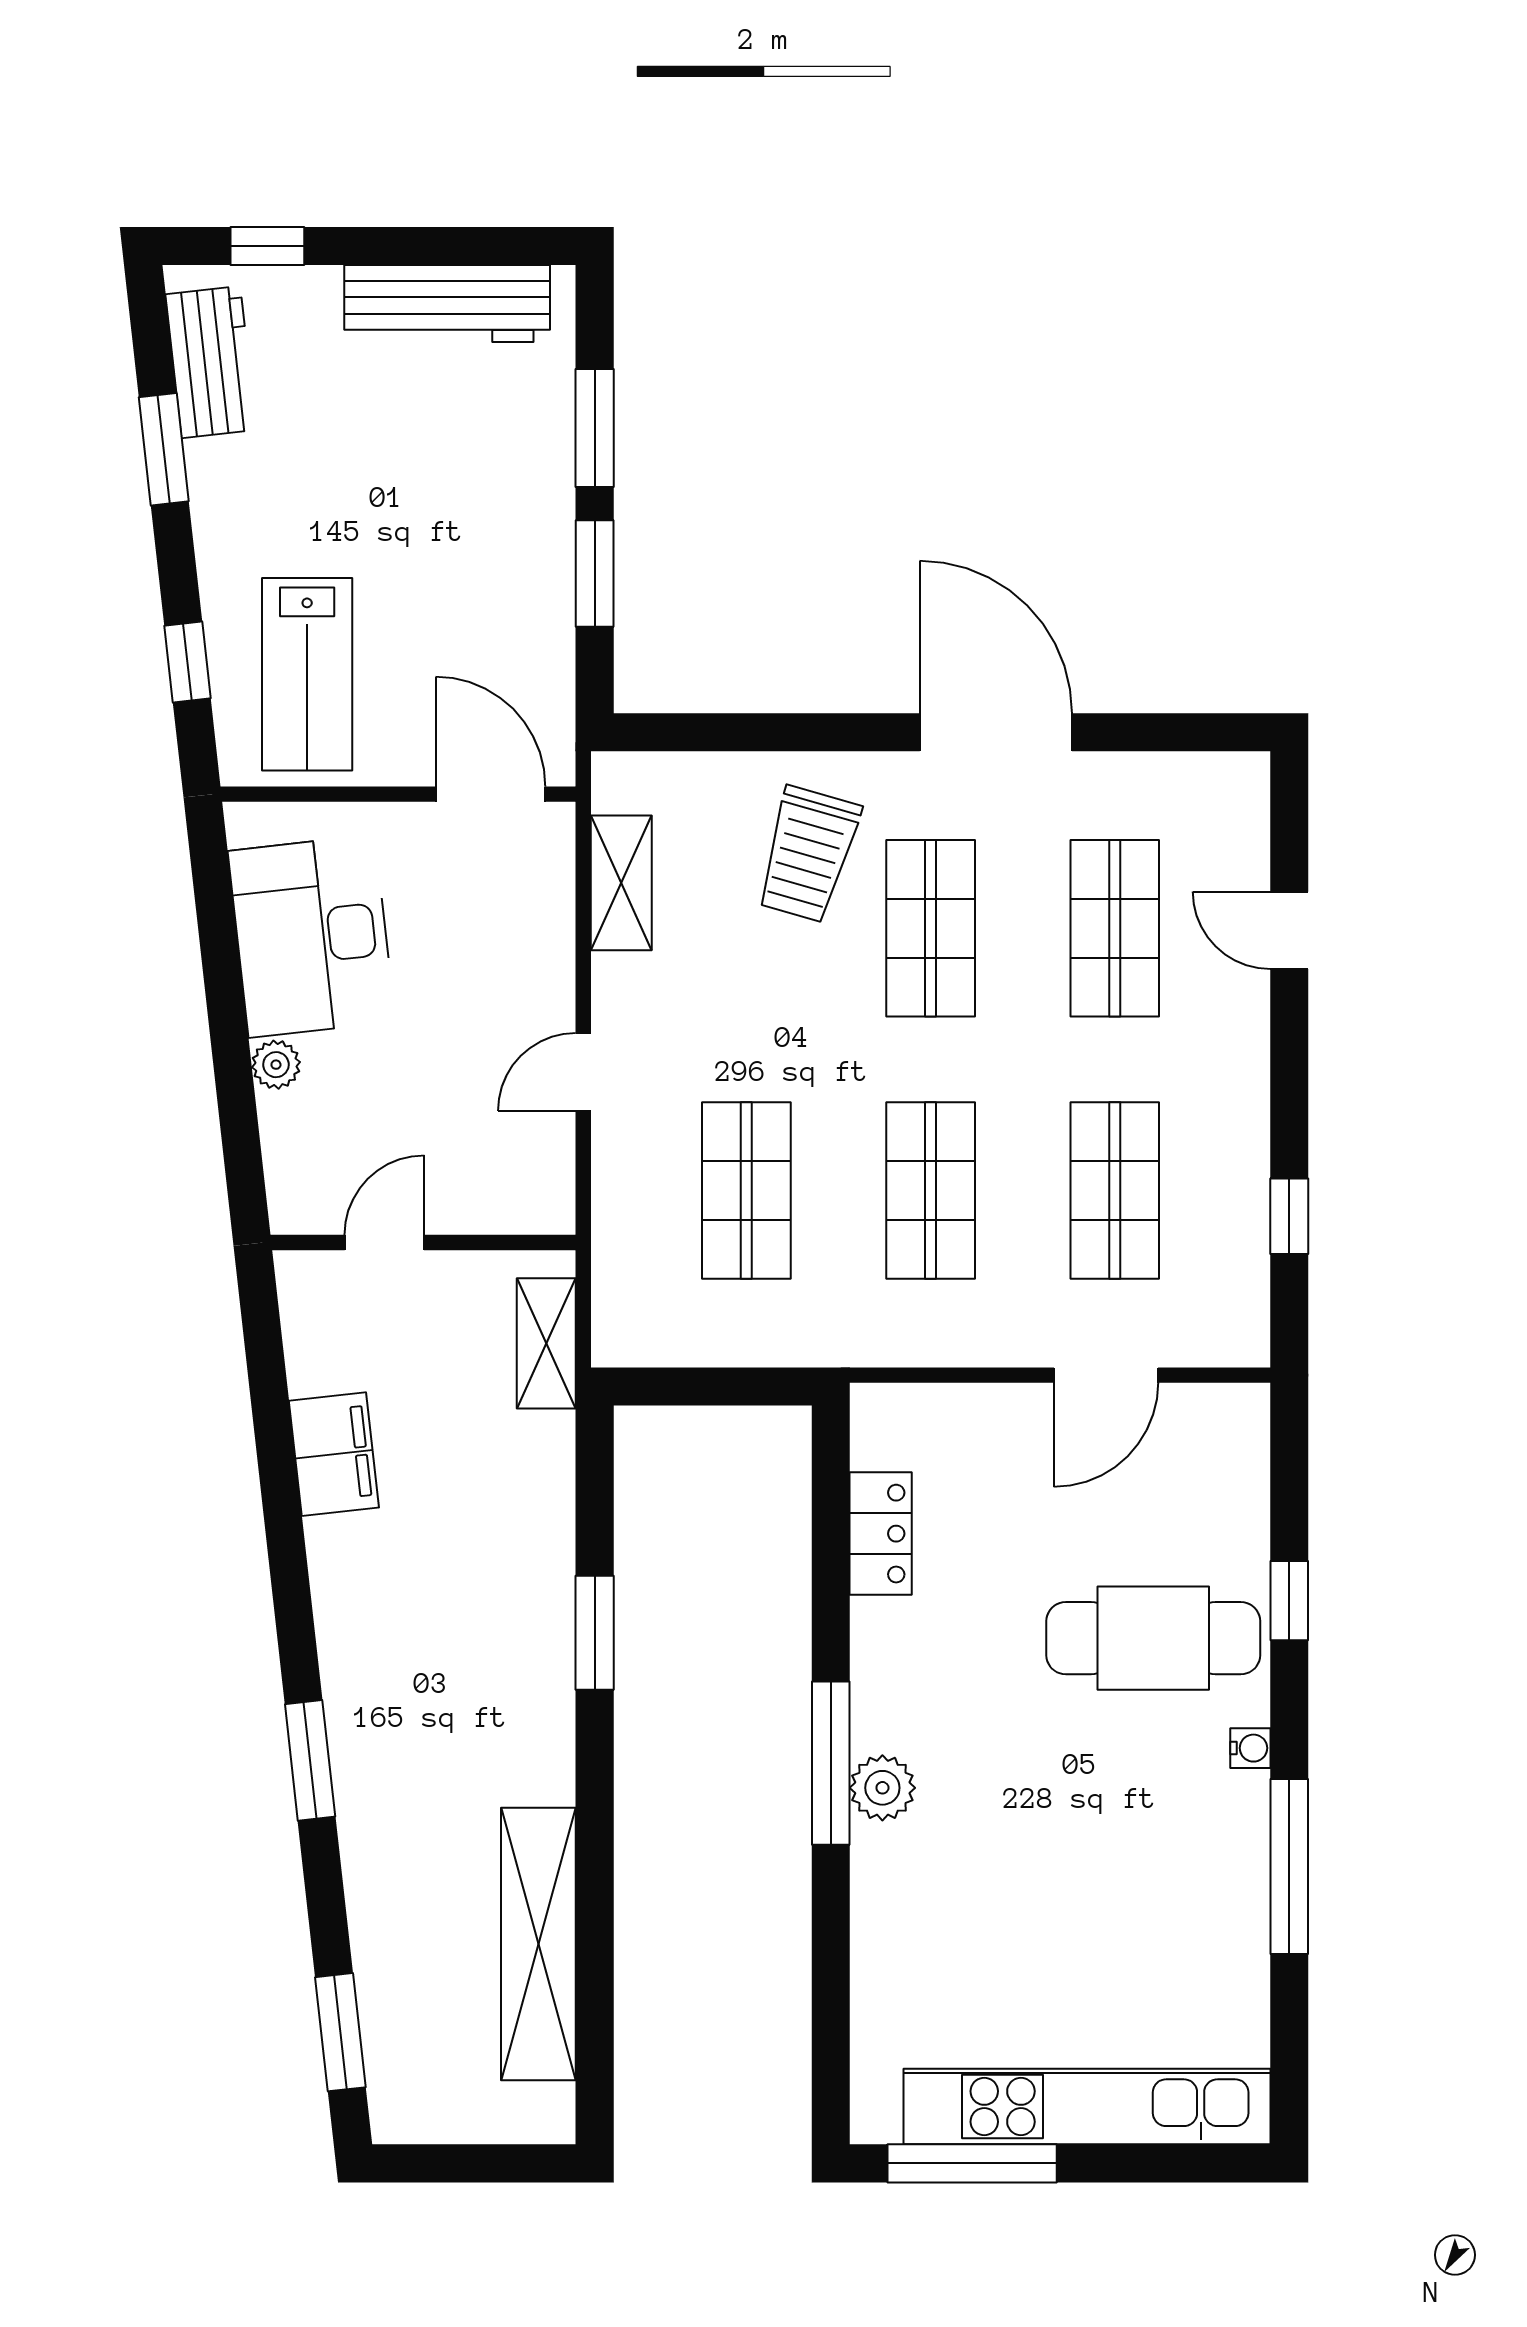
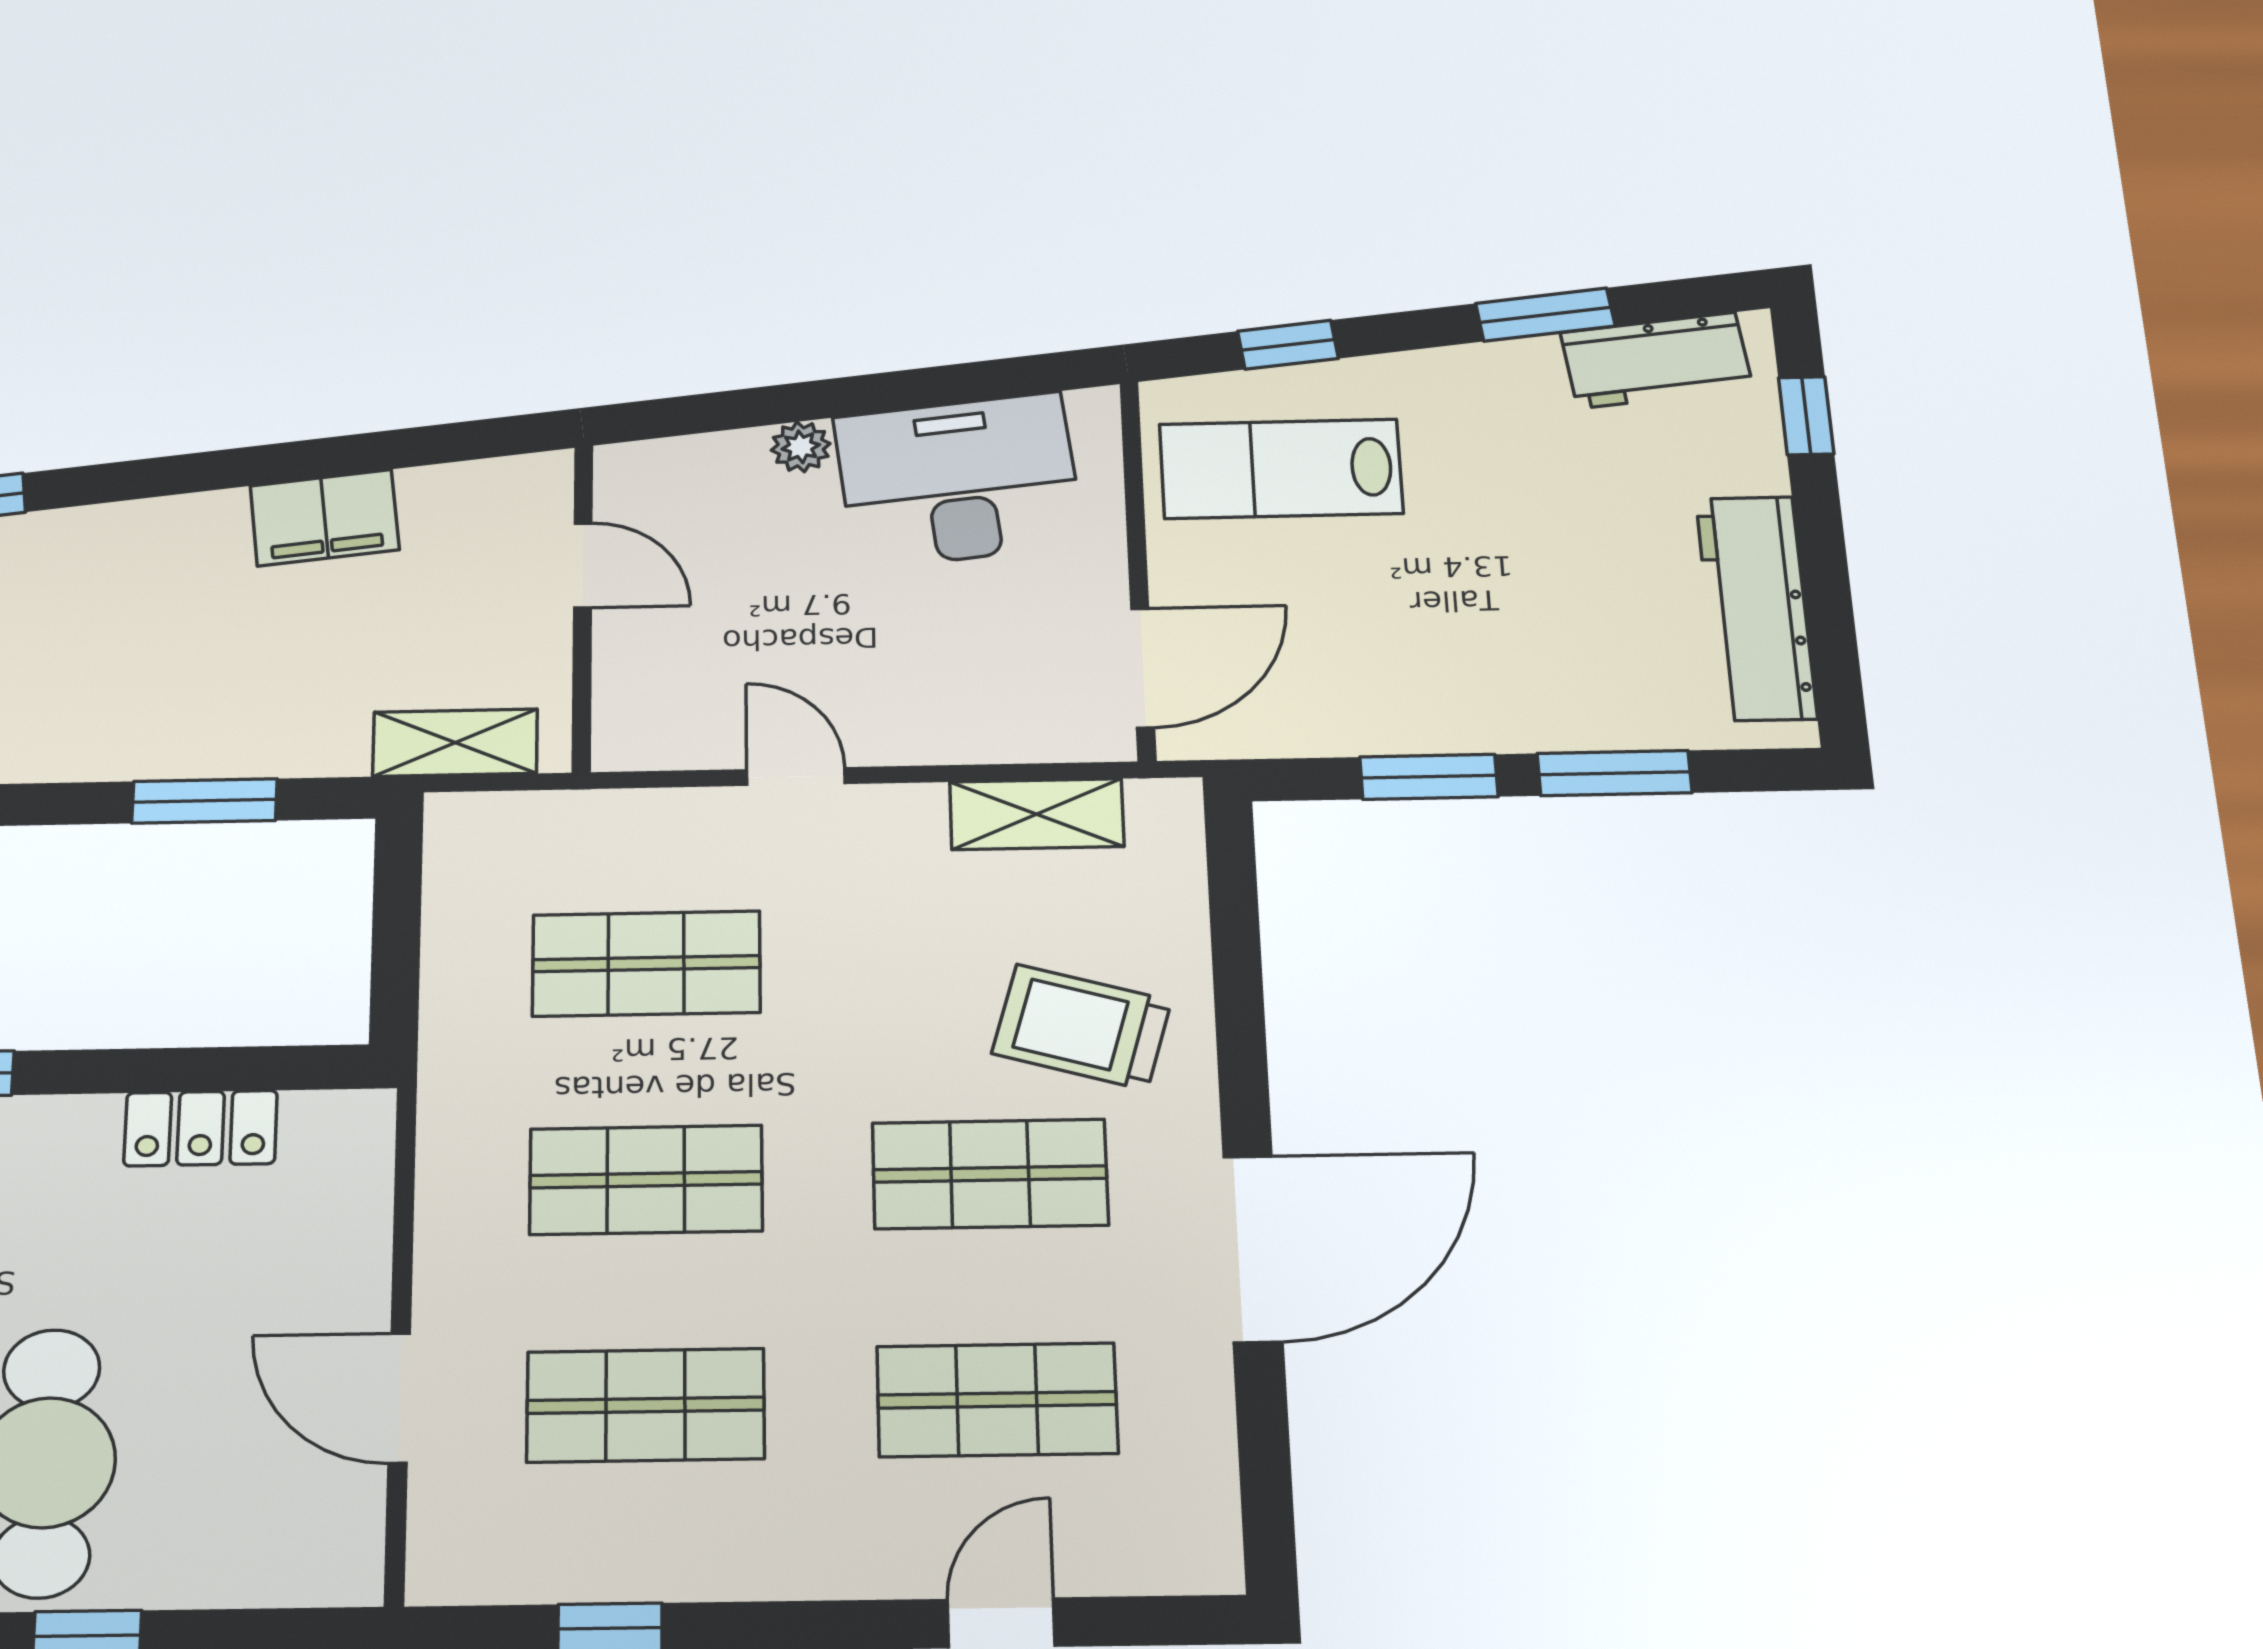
window: (595, 1633) -> (204, 801), moved

